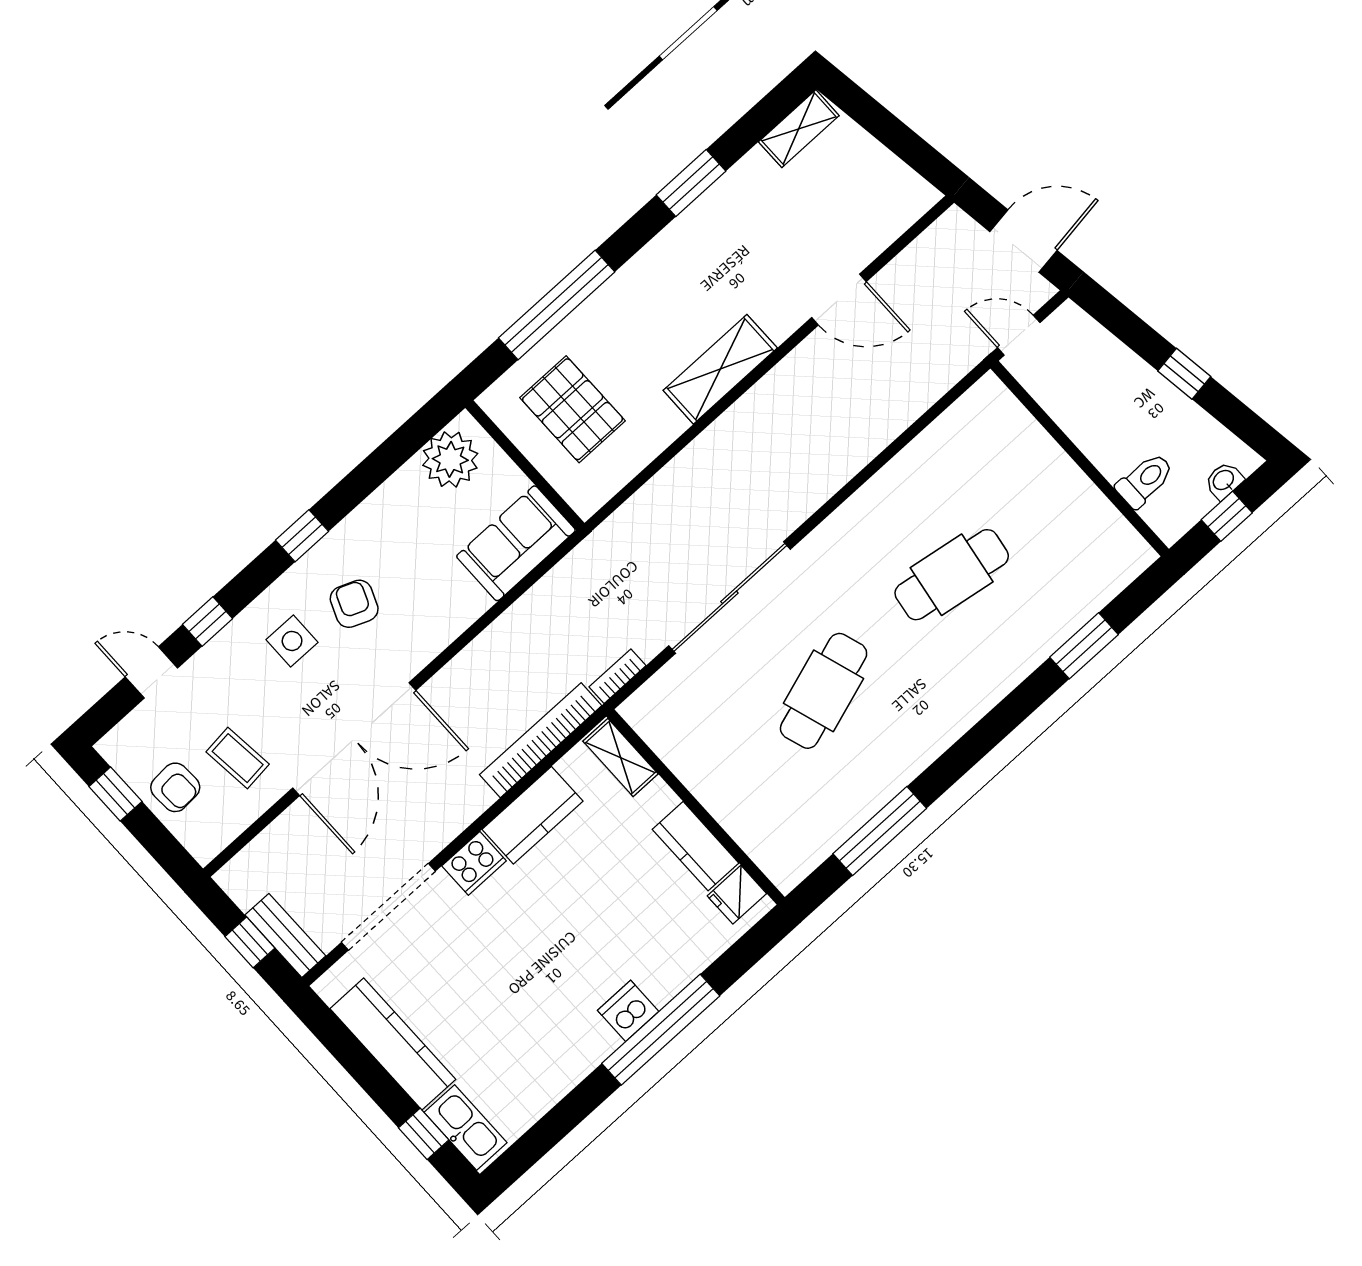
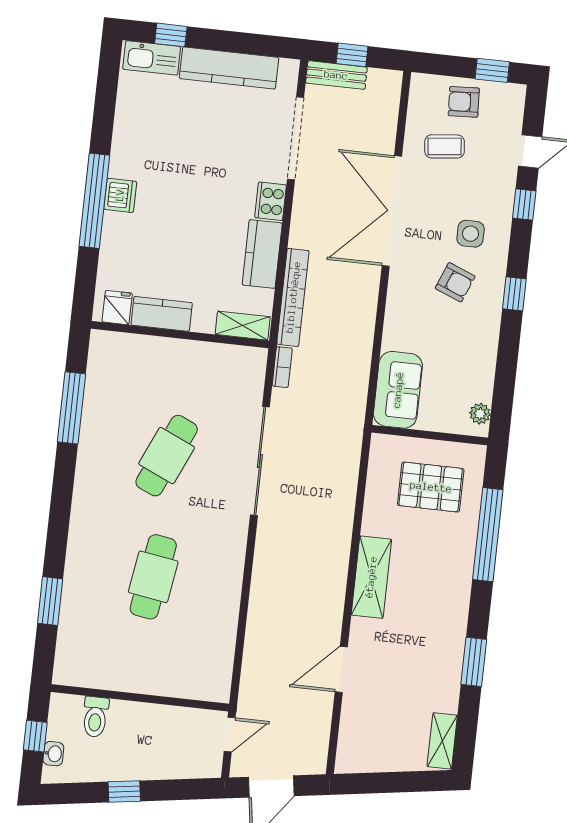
plant: (450, 459) -> (480, 414), width x0.53, depth x0.53
cafe table: (824, 691) -> (167, 456), turned 42

